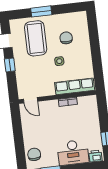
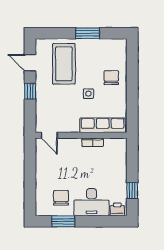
window: (41, 11) -> (88, 33), moved
chair: (66, 38) -> (111, 78), moved
chair: (34, 154) -> (61, 198), moved

